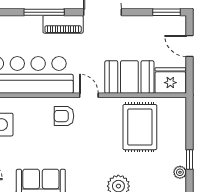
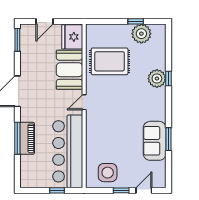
piano: (63, 24) -> (27, 138), moved
armchair: (64, 116) -> (101, 122), removed
plant: (180, 172) -> (141, 34), width x1.87, depth x1.87

